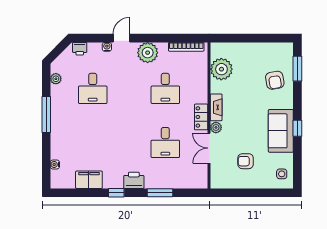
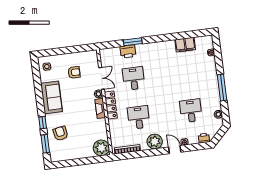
door: (122, 38) -> (175, 150), swing flipped
plant: (221, 69) -> (101, 148), moved
locker: (201, 117) -> (111, 105), width x1.53
window: (297, 128) -> (43, 123), moved
printer: (134, 180) -> (128, 51), moved
window: (116, 193) -> (164, 38), removed

